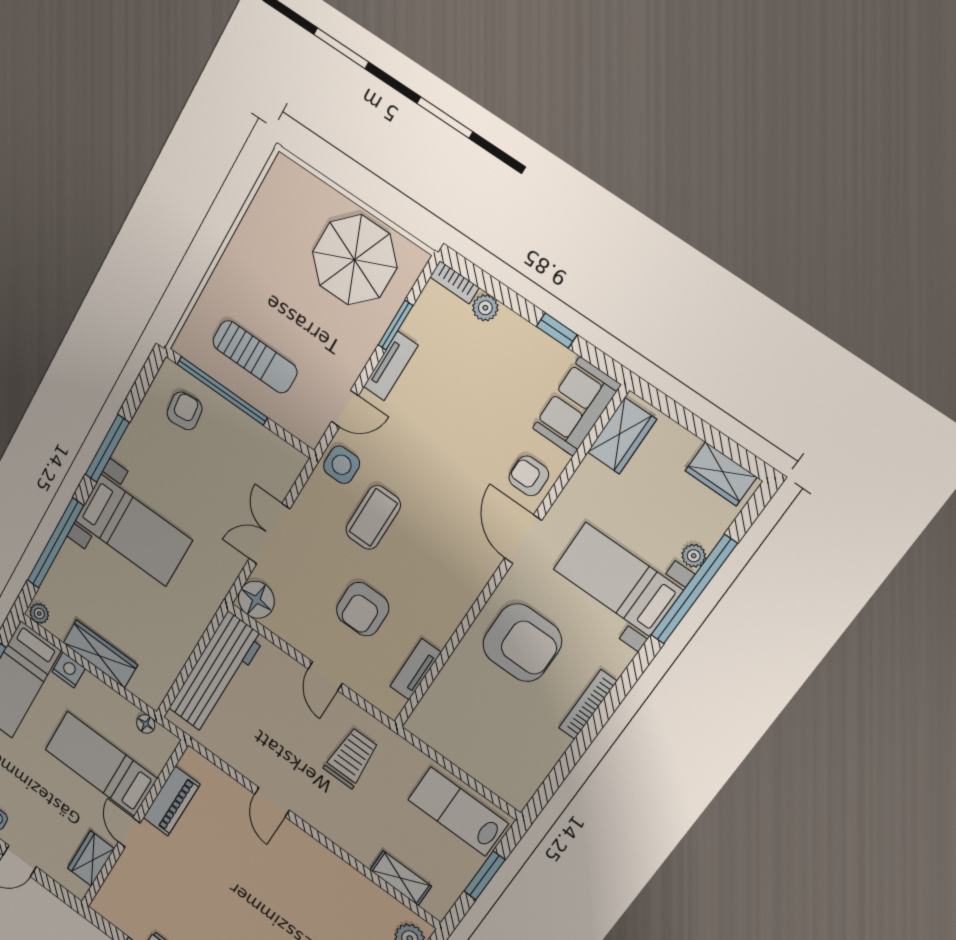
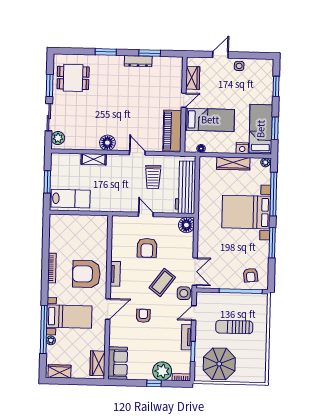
plant: (485, 308) -> (162, 371), width x1.88, depth x1.88
window: (557, 331) -> (154, 383), moved
sun lounger: (255, 357) -> (234, 327), moved
armchair: (529, 476) -> (143, 316), moved, turned -90
coffee table: (373, 517) -> (162, 282), turned 37
bed with nightstands: (133, 530) -> (246, 212), width x1.36
double door: (269, 534) -> (195, 272), moved
door: (523, 539) -> (108, 309), hinge flipped
armchair: (363, 609) -> (147, 248), turned 180
tv unit: (415, 669) -> (115, 274), moved
trolley: (351, 758) -> (153, 177), moved
piano: (171, 801) -> (172, 131), width x1.37, depth x1.33
door: (129, 832) -> (184, 100), hinge flipped
floor lamp: (318, 861) -> (107, 143), added
shelving: (401, 878) -> (94, 159), moved

